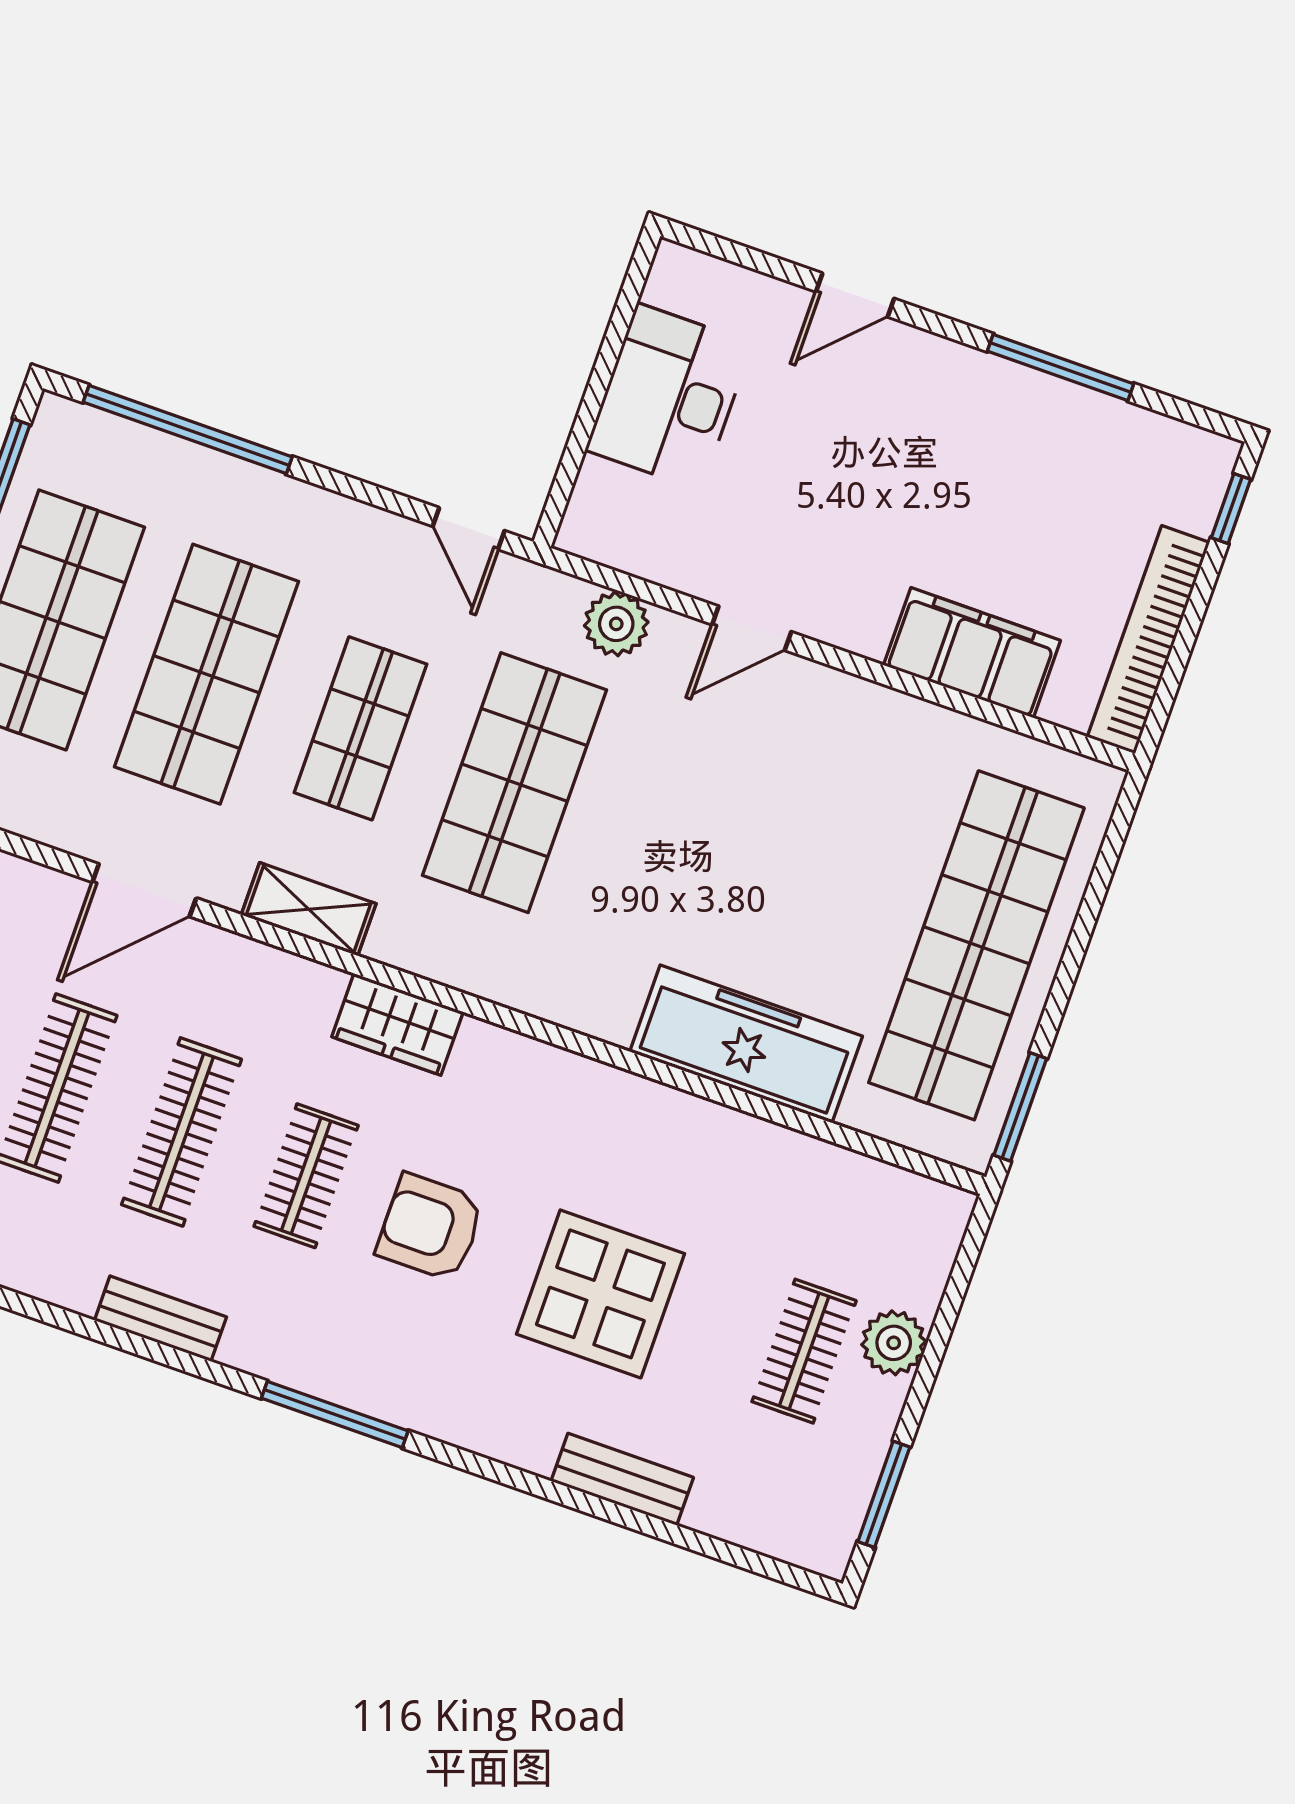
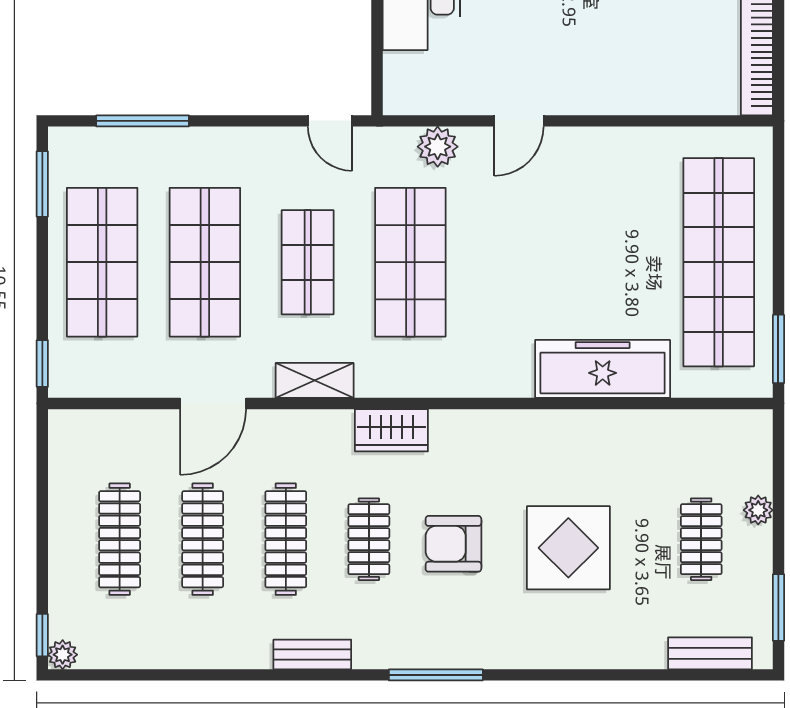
window: (188, 430) -> (143, 121), width x0.68
filing cabinet: (972, 653) -> (655, 89), removed
plant: (894, 1343) -> (758, 510), width x0.73, depth x0.73
bench: (622, 1479) -> (710, 653), moved

